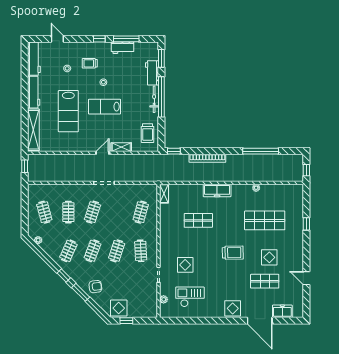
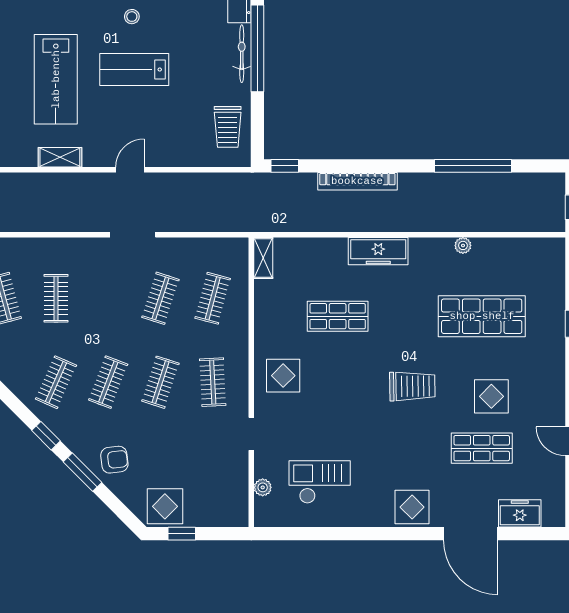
shelving: (121, 147) -> (60, 157), moved
clothes rail: (93, 212) -> (160, 298), moved
display table: (185, 265) -> (283, 376), moved

